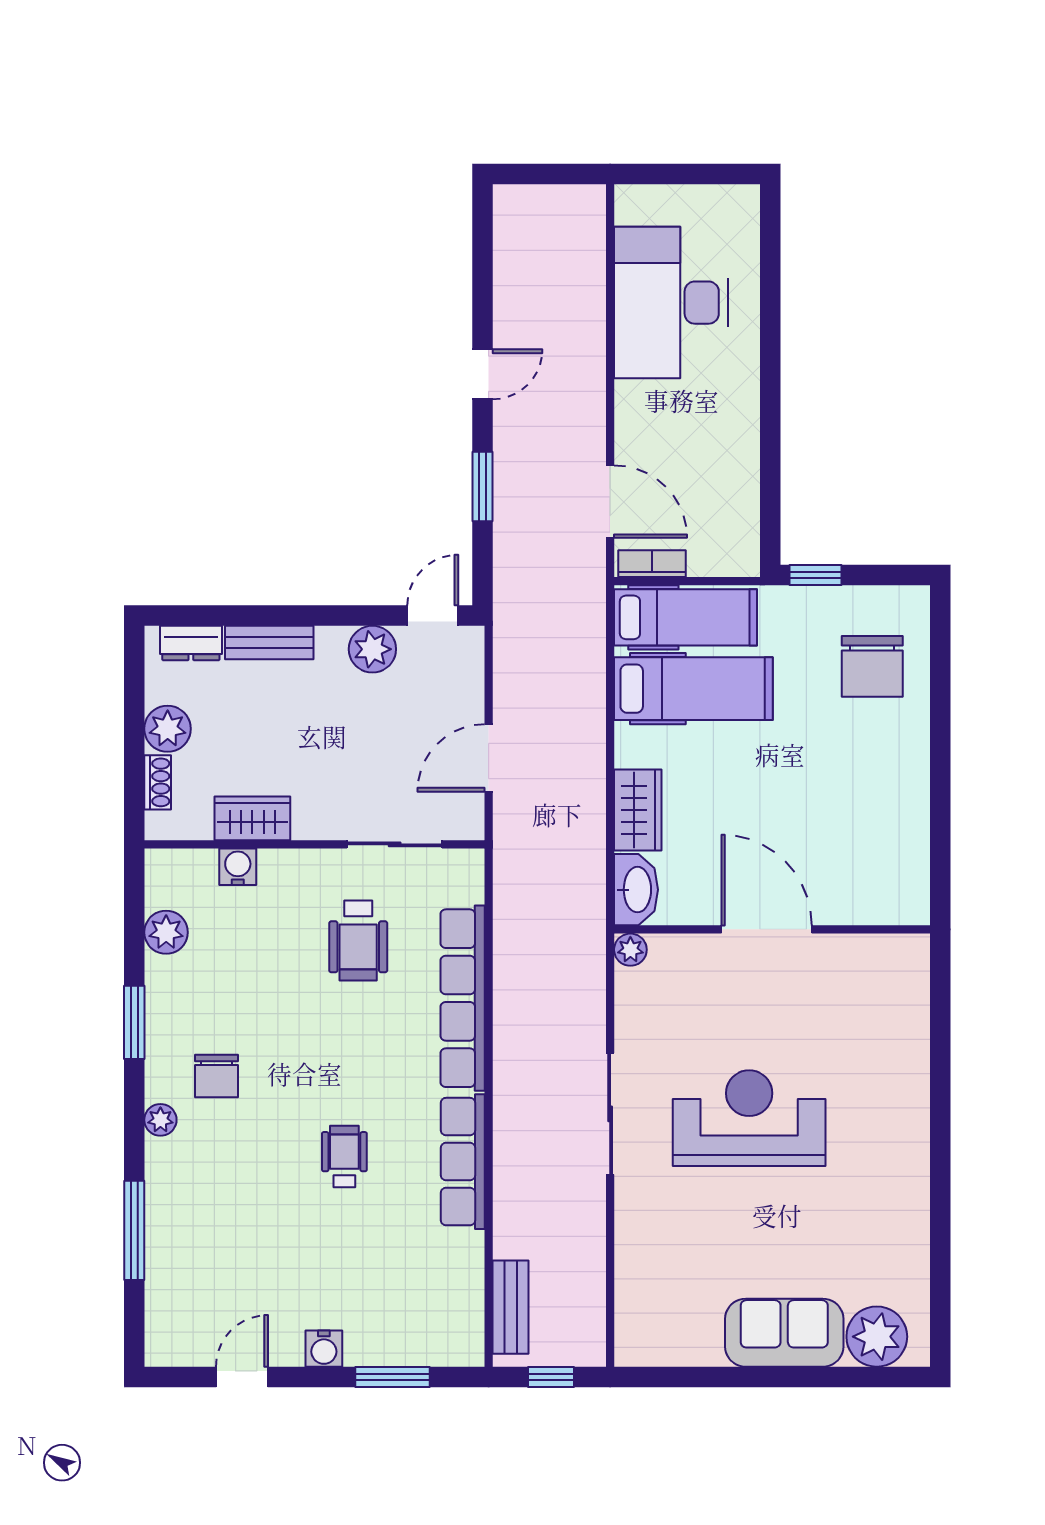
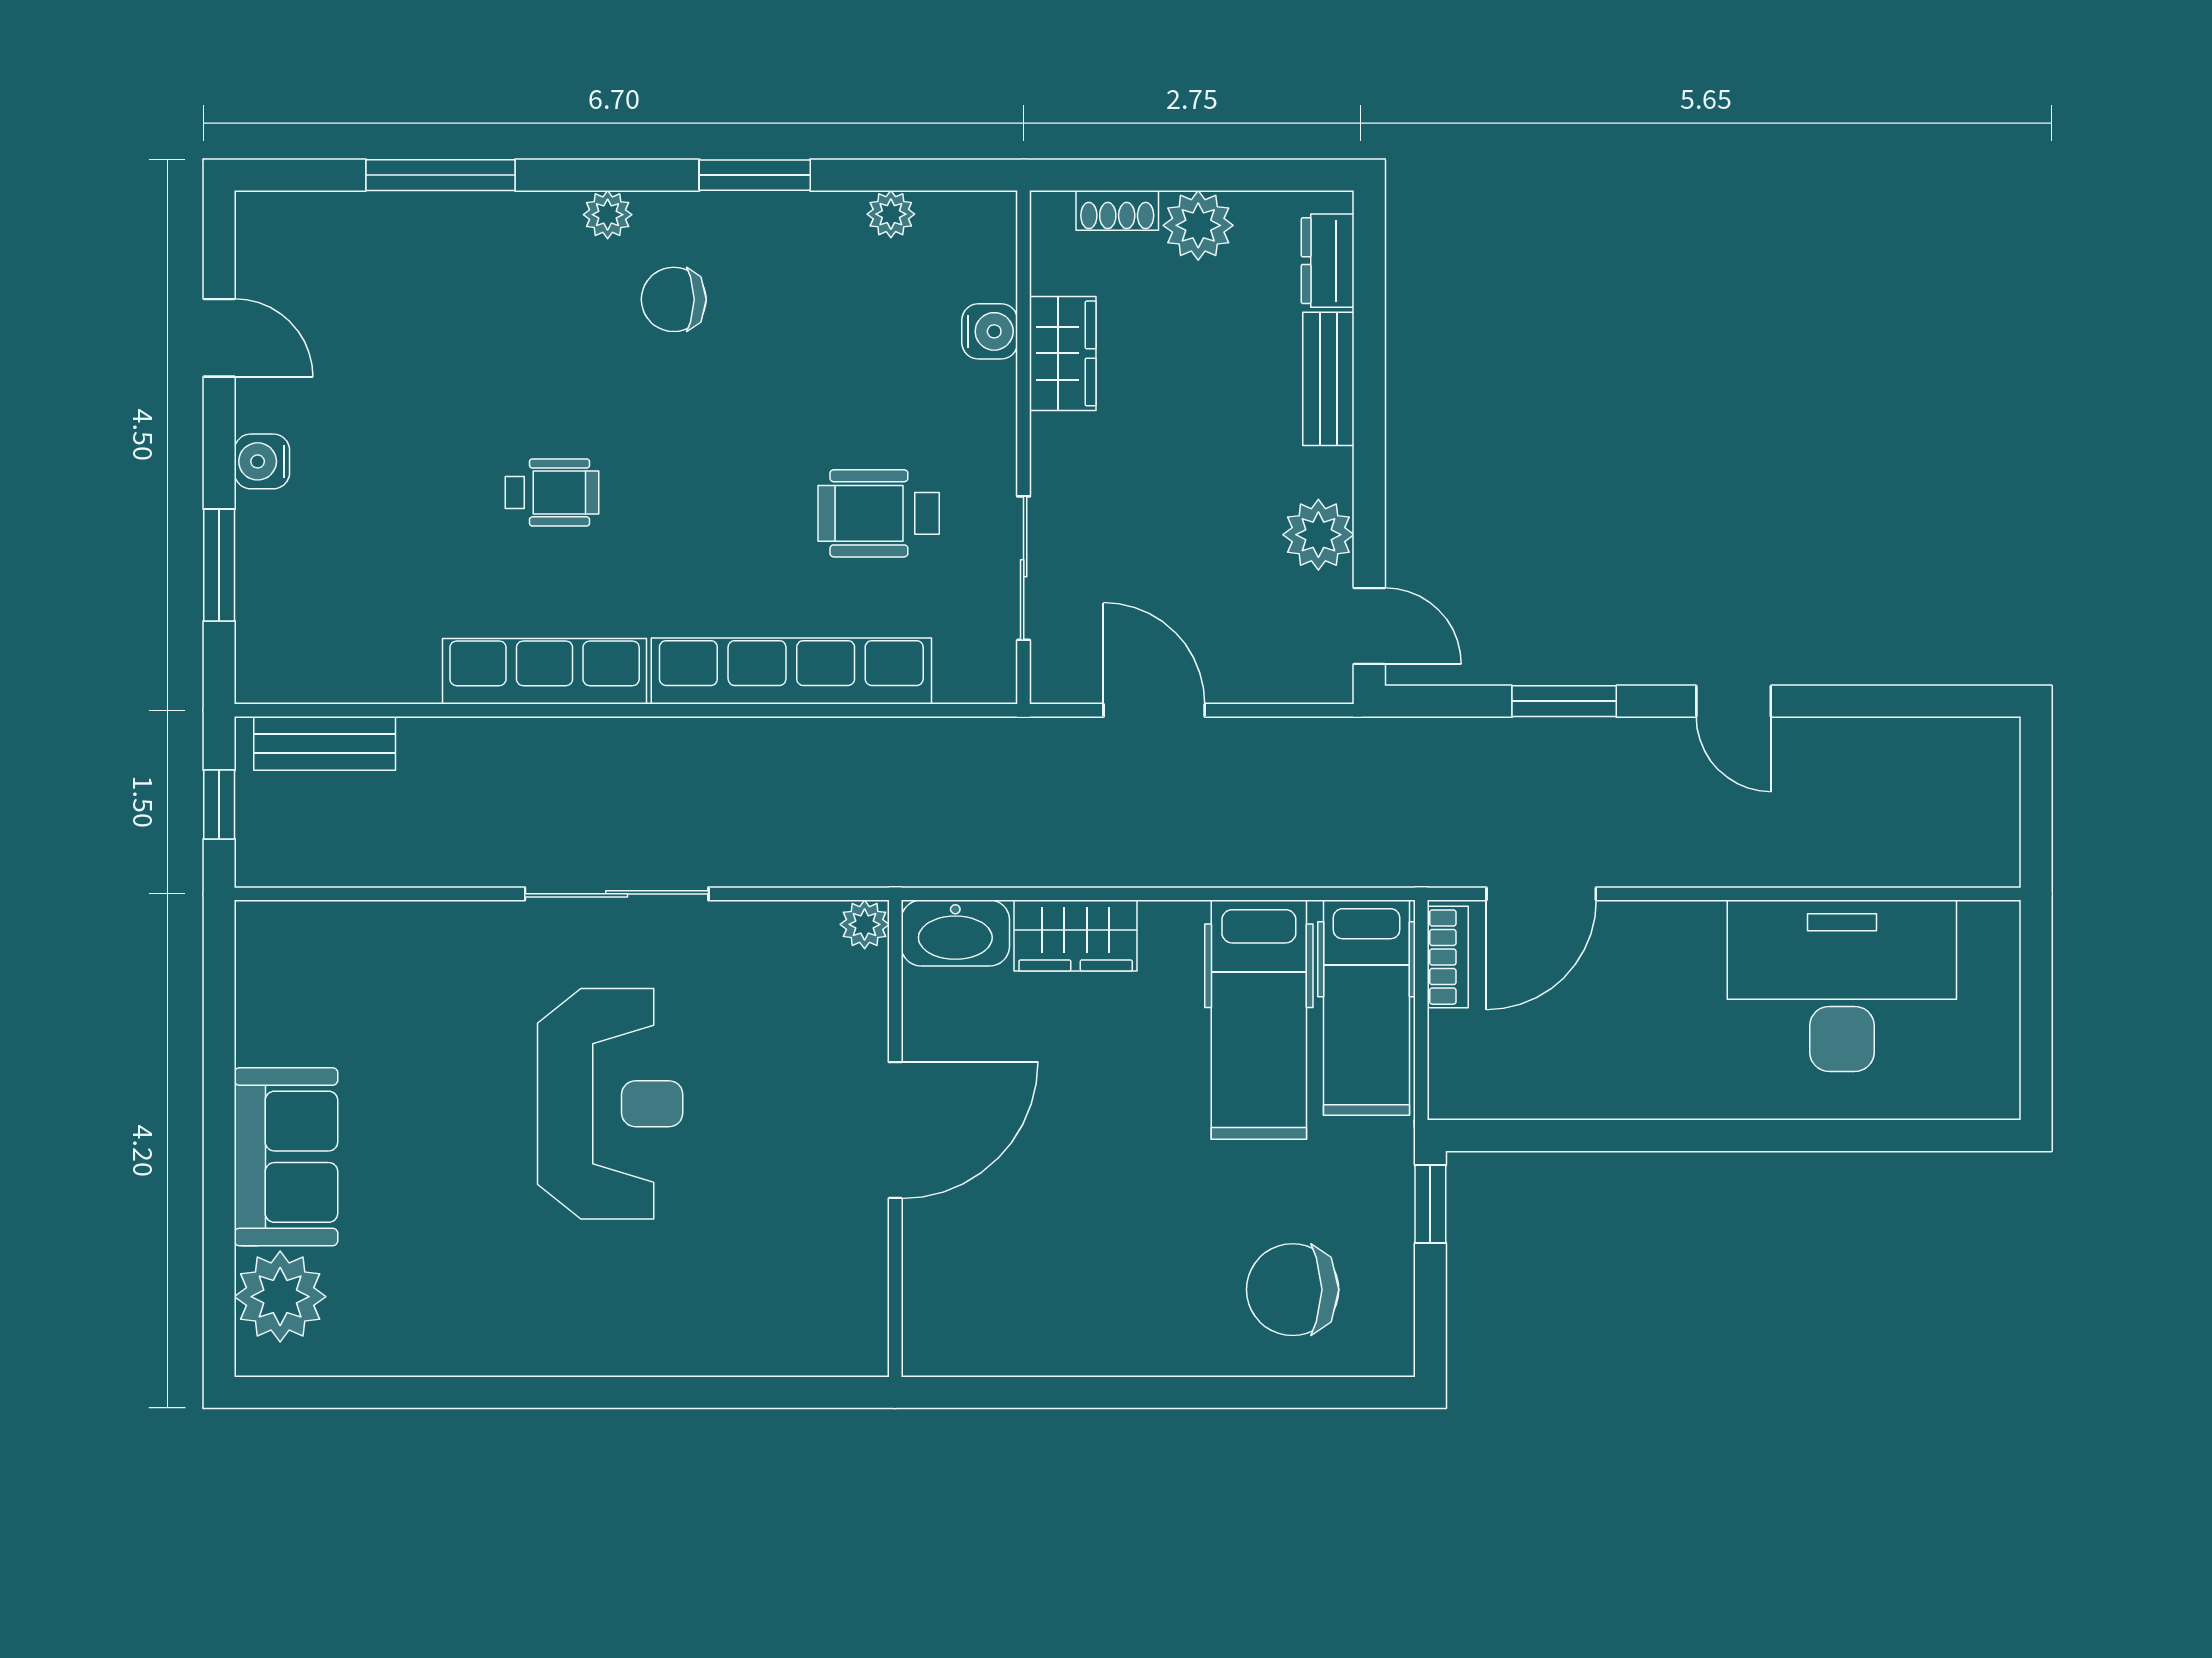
plant: (166, 932) -> (891, 214), width x0.73, depth x0.73

